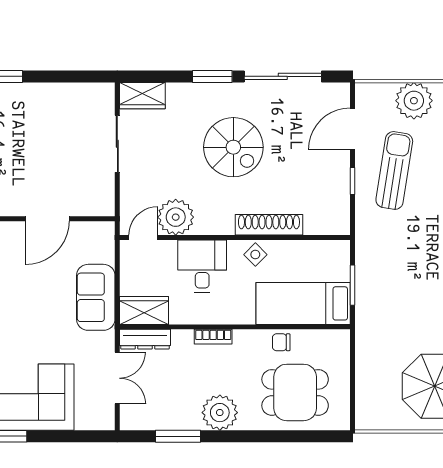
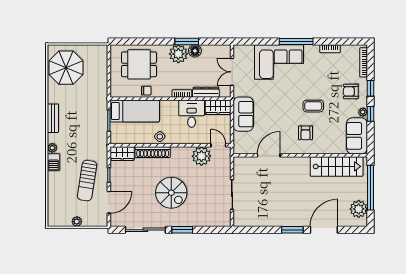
wardrobe: (142, 96) -> (122, 154), moved, turned 180
plant: (414, 101) -> (77, 222), width x0.53, depth x0.53
spiral stairs: (233, 147) -> (171, 193), turned 180
door: (143, 238) -> (218, 145), swing flipped
desk: (202, 266) -> (192, 114), moved, turned 180
dresser: (145, 339) -> (206, 92), moved
floor lamp: (188, 418) -> (195, 51), added
window: (178, 436) -> (187, 41), moved

